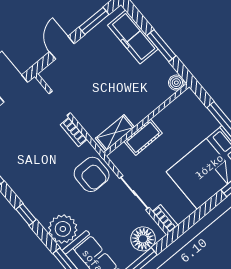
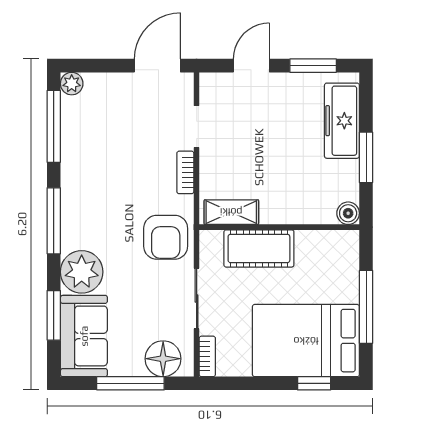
cot: (143, 137) -> (259, 248), width x1.37, depth x1.34
window: (26, 214) -> (54, 221), width x2.17

